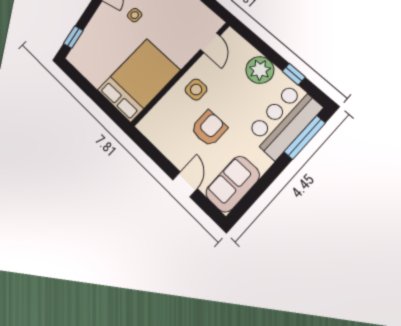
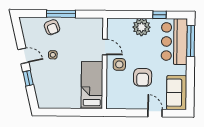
window: (73, 37) -> (28, 78), moved
door: (210, 43) -> (105, 47), moved
bed: (139, 80) -> (92, 85), width x0.67
armchair: (209, 128) -> (143, 77), turned 180

